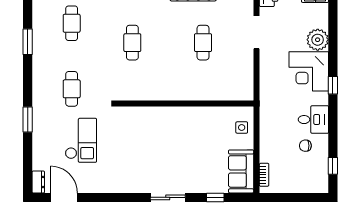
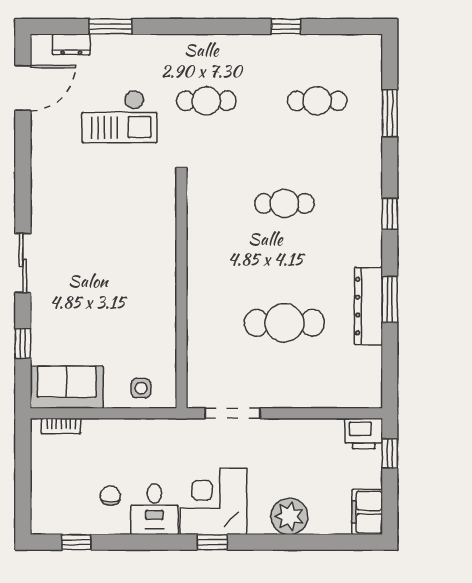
doorway: (257, 32) -> (232, 413), moved
window: (28, 42) -> (286, 26), width x0.67
cafe table: (203, 43) -> (284, 323), width x1.37, depth x1.35
corner desk: (309, 71) -> (213, 501), moved
window: (28, 120) -> (110, 26), moved
dresser: (38, 182) -> (71, 44), moved

